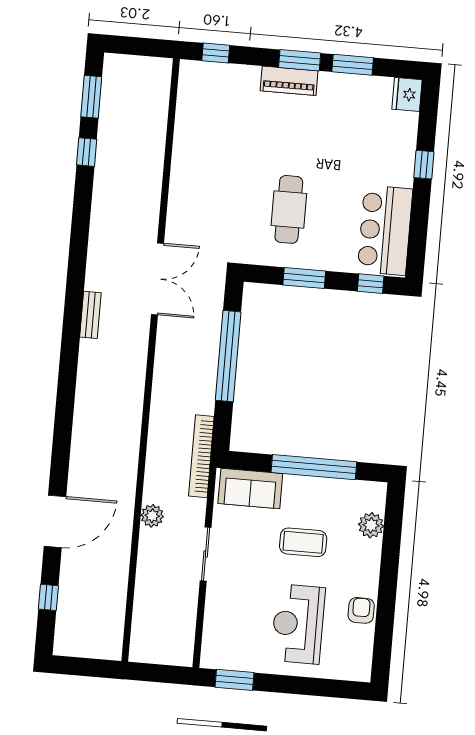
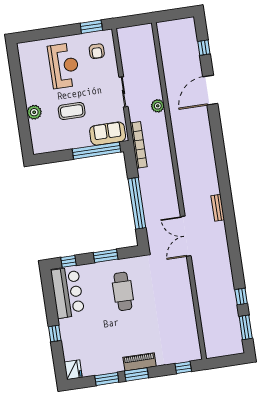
window: (314, 467) -> (96, 151), moved
plant: (371, 525) -> (34, 112), moved
armchair: (361, 610) -> (97, 51), moved

